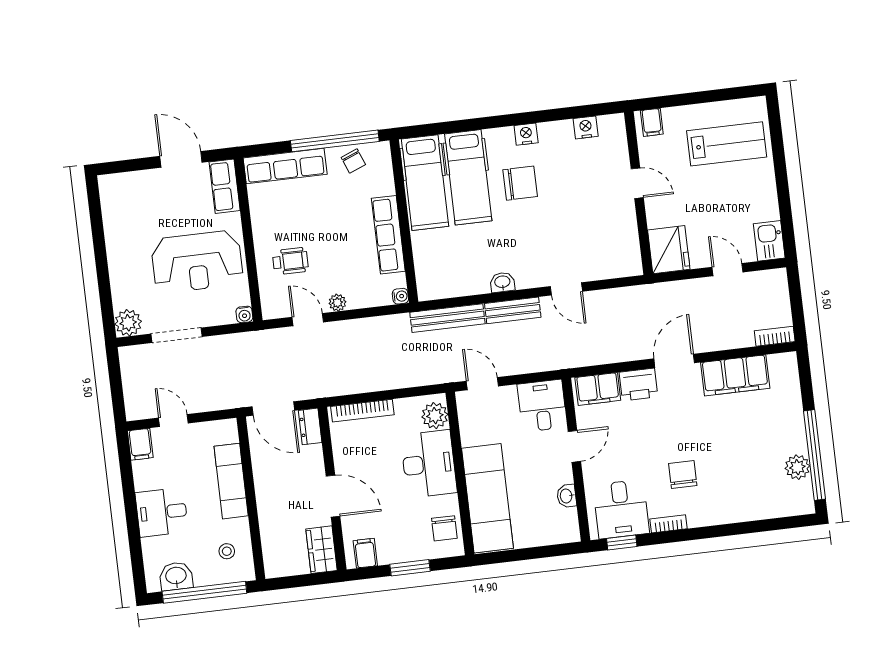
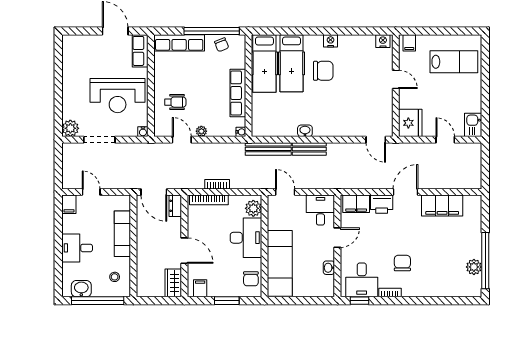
nightstand: (586, 127) -> (383, 41), moved
door: (566, 289) -> (376, 140), moved
bookcase: (775, 336) -> (217, 184), moved

